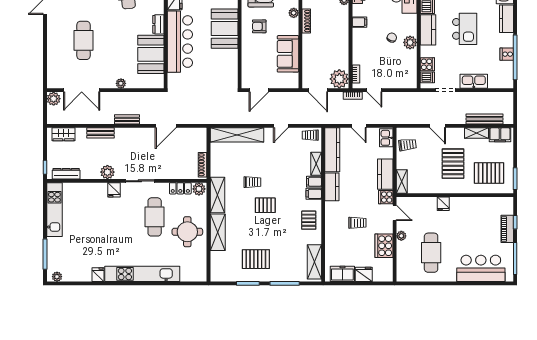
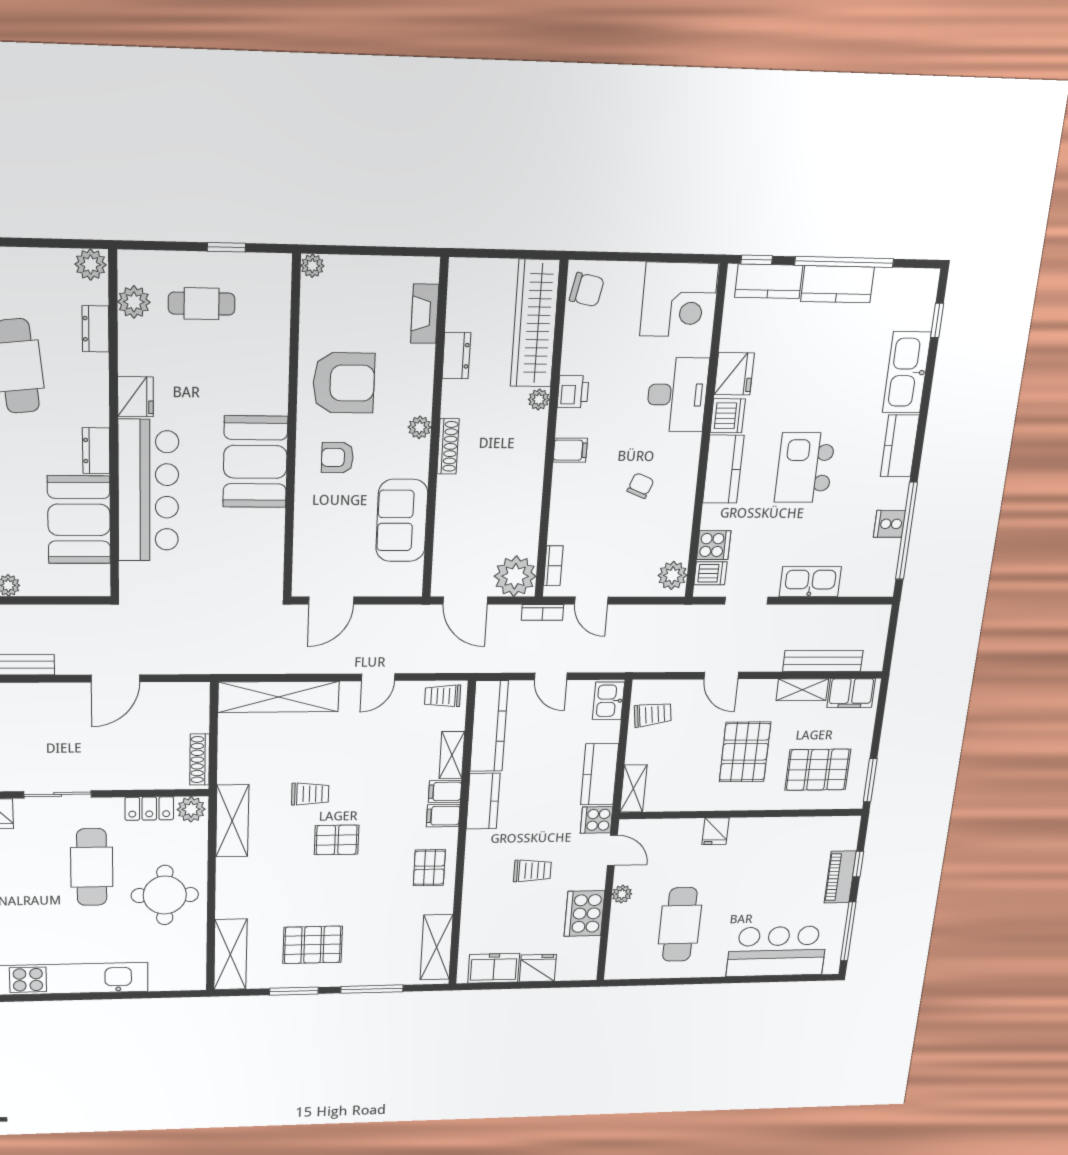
kitchen island: (465, 29) -> (805, 468), turned 180
plant: (410, 42) -> (672, 575), moved
shelving: (218, 232) -> (230, 954), moved

